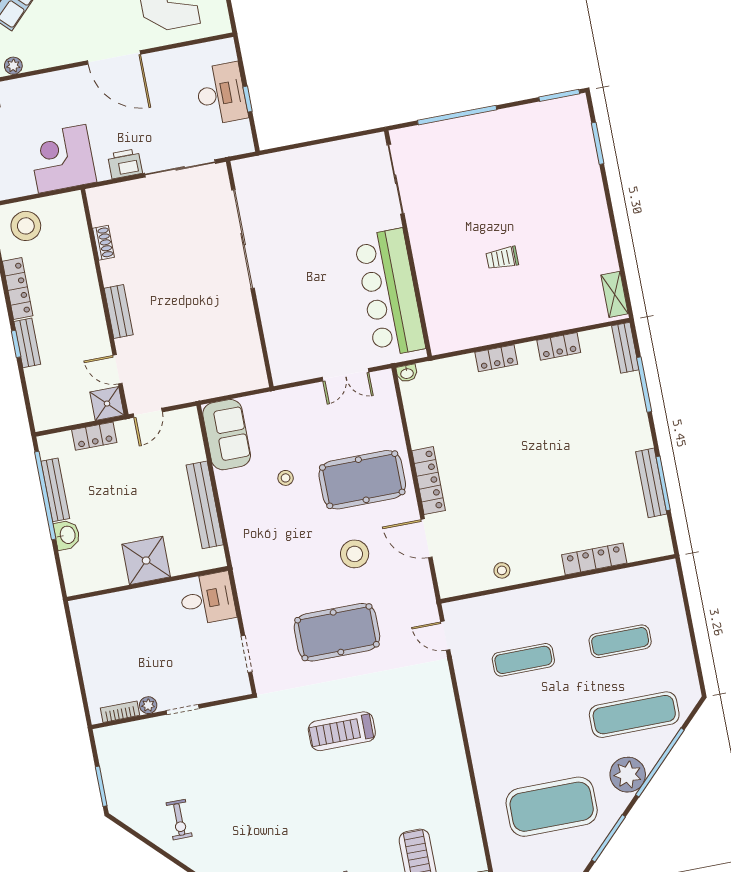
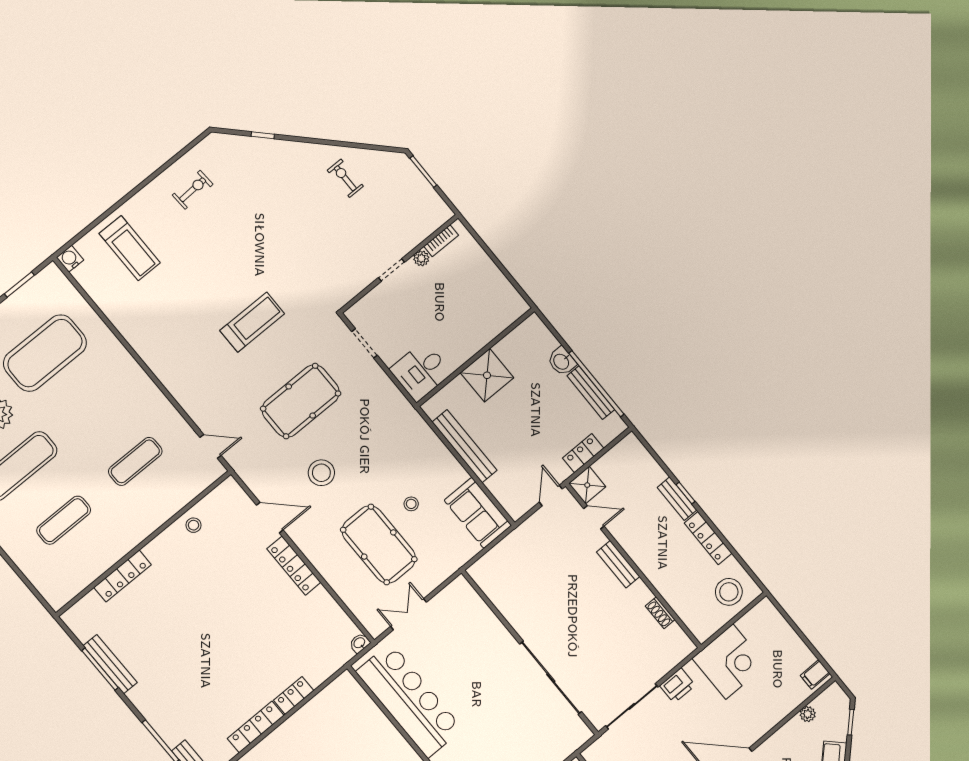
locker: (559, 346) -> (256, 727), width x1.53
pool table: (362, 480) -> (379, 545), moved, turned 90

